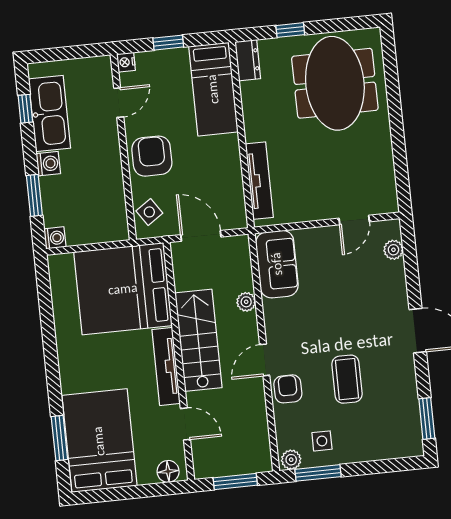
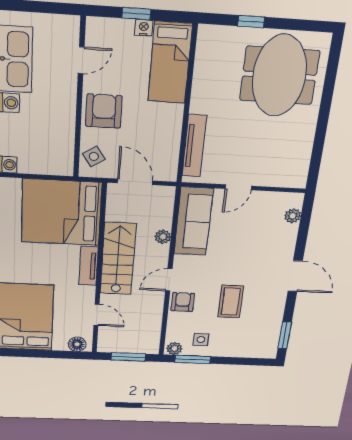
dresser: (248, 60) -> (206, 42), removed
nightstand: (126, 62) -> (144, 28), moved, turned 90
door: (354, 220) -> (238, 187), moved
sofa: (277, 264) -> (193, 222), width x1.36
tv unit: (166, 366) -> (89, 266), width x0.71

